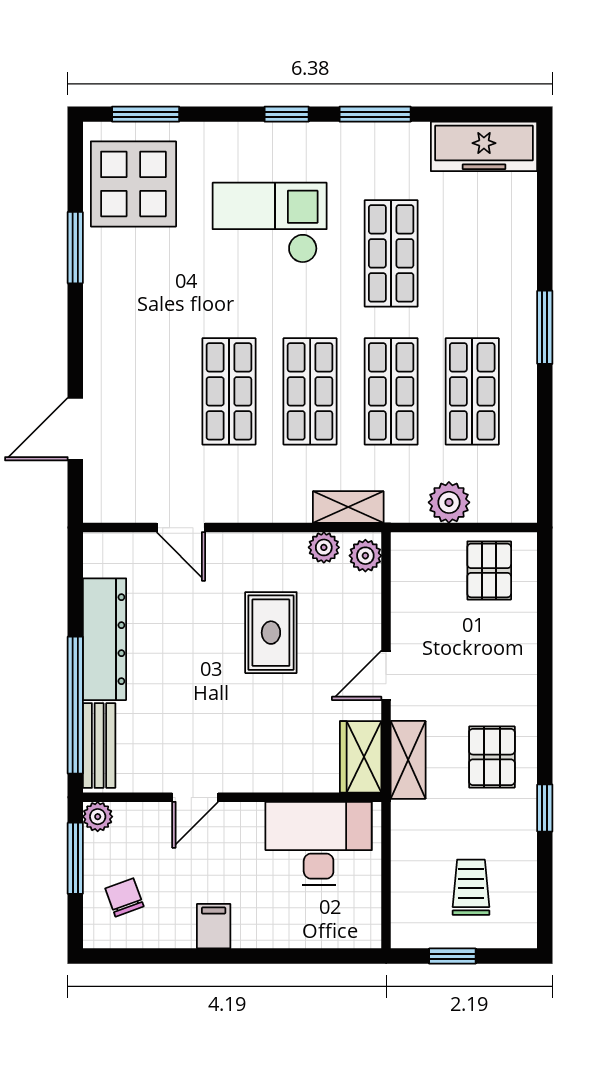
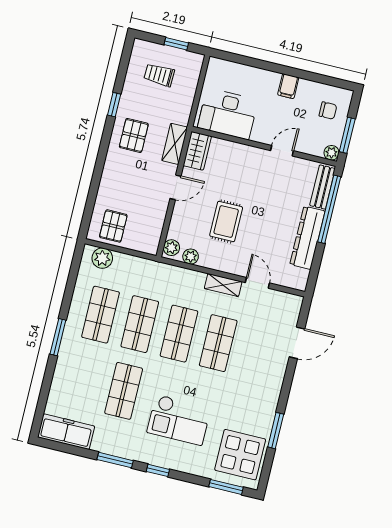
plant: (449, 502) -> (102, 258), moved
shelving: (348, 507) -> (223, 285), moved
trolley: (471, 887) -> (159, 75), turned 92
chair: (124, 897) -> (328, 111), turned -70

